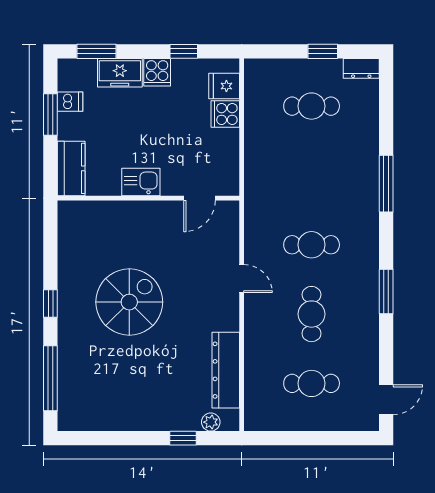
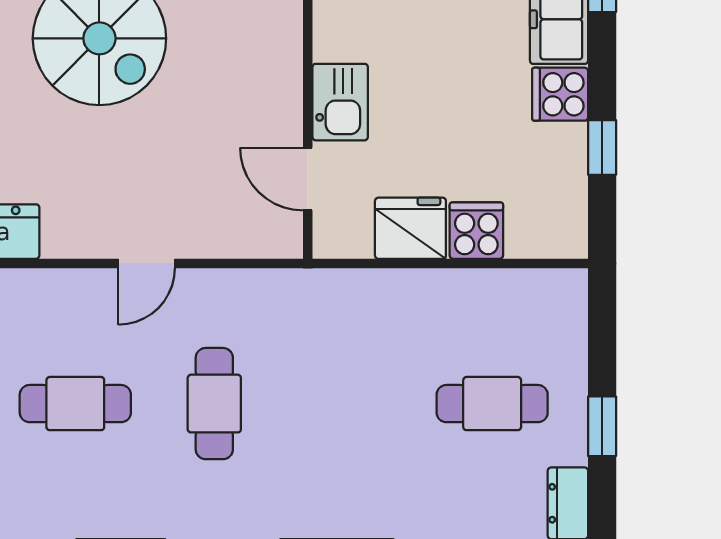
fridge: (224, 86) -> (410, 228), moved, width x1.38
cafe table: (312, 106) -> (492, 404), turned 90
kitchen sink: (141, 182) -> (340, 102), moved

